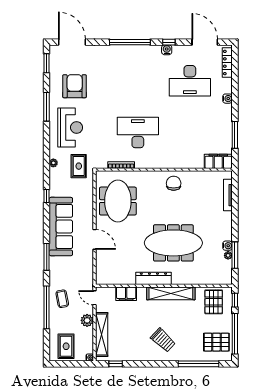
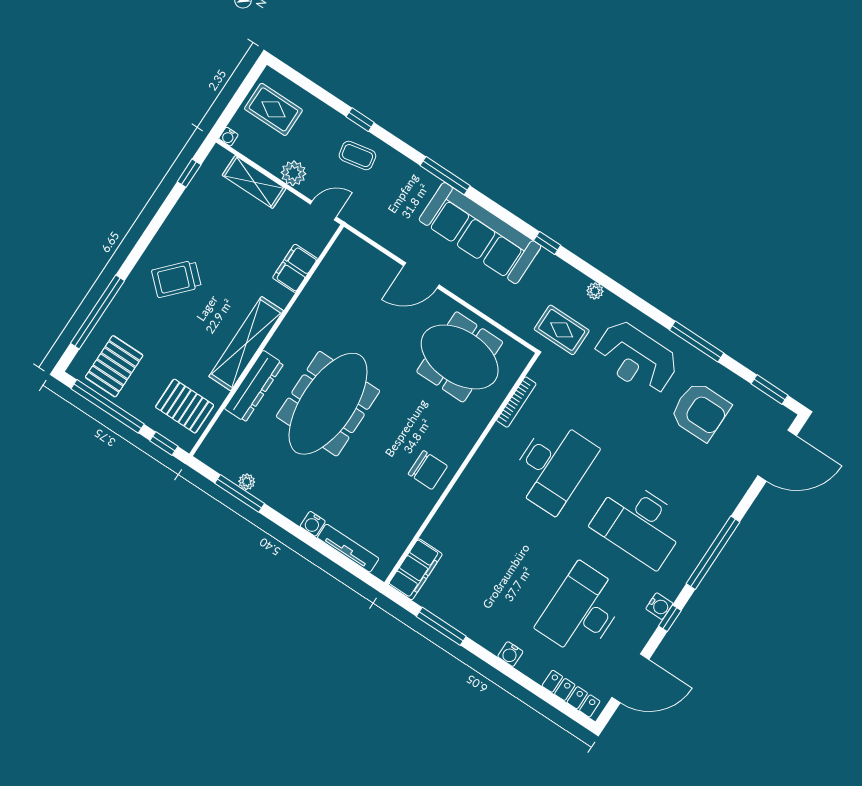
desk: (138, 81) -> (639, 523), added
water cooler: (227, 246) -> (313, 524), moved
dresser: (153, 278) -> (254, 386), moved
window: (47, 307) -> (360, 120), width x0.32
shelving: (102, 334) -> (254, 182), width x0.68

